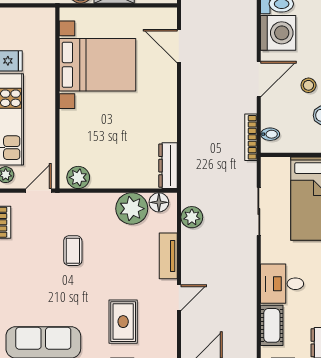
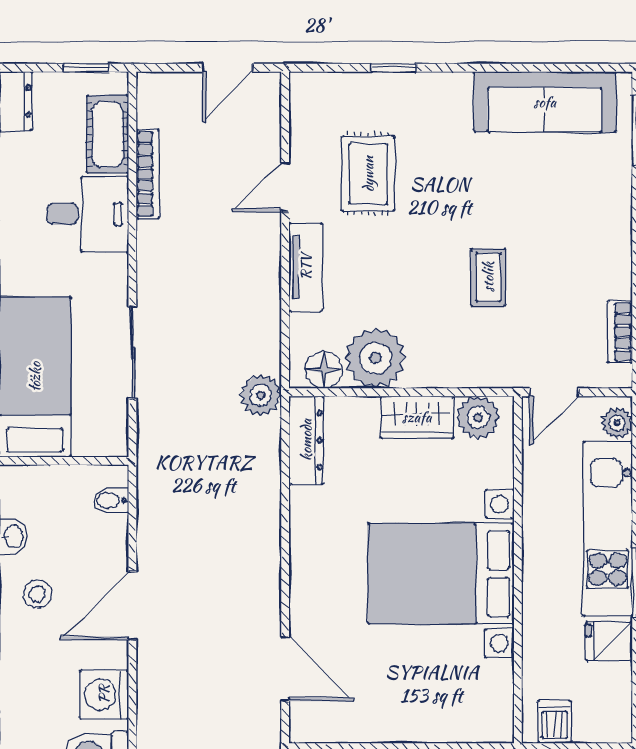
dishwasher: (38, 18) -> (555, 722), added
washing machine: (278, 33) -> (104, 694), width x0.73, depth x0.73
bed with nightstands: (98, 65) -> (441, 574), moved
bookcase: (251, 137) -> (148, 174), moved
wardrobe: (110, 178) -> (417, 417), added
plant: (192, 217) -> (261, 395), moved
rug: (123, 322) -> (368, 174), moved

